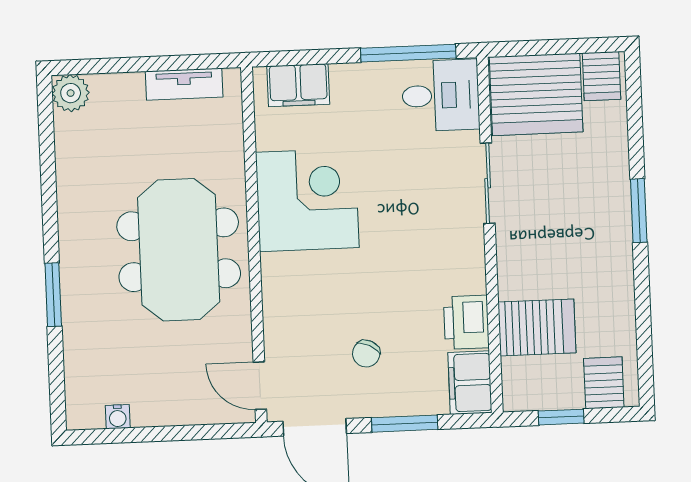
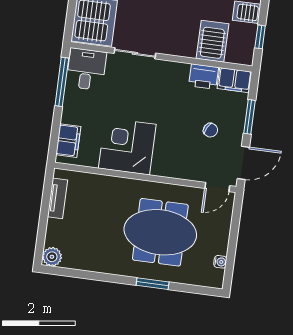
meeting table: (179, 250) -> (160, 232), moved

